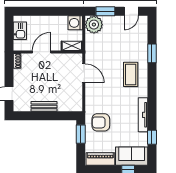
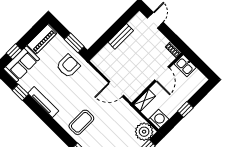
window: (50, 11) -> (185, 109), added
kitchen sink: (20, 31) -> (185, 66), moved
coffee table: (131, 74) -> (81, 122), turned 90

